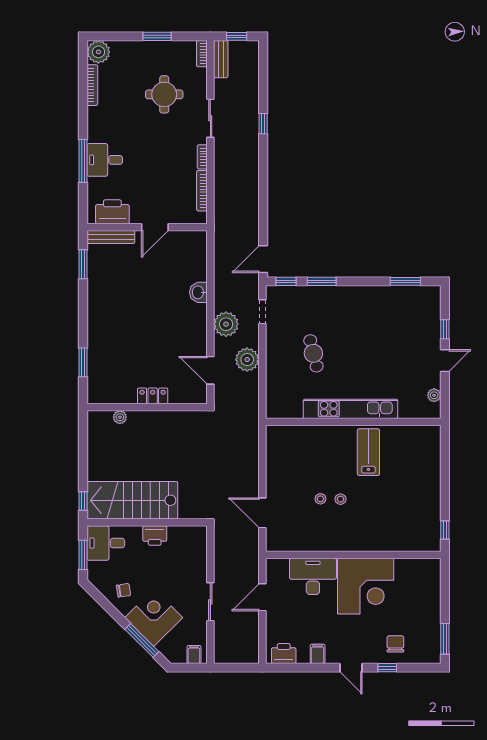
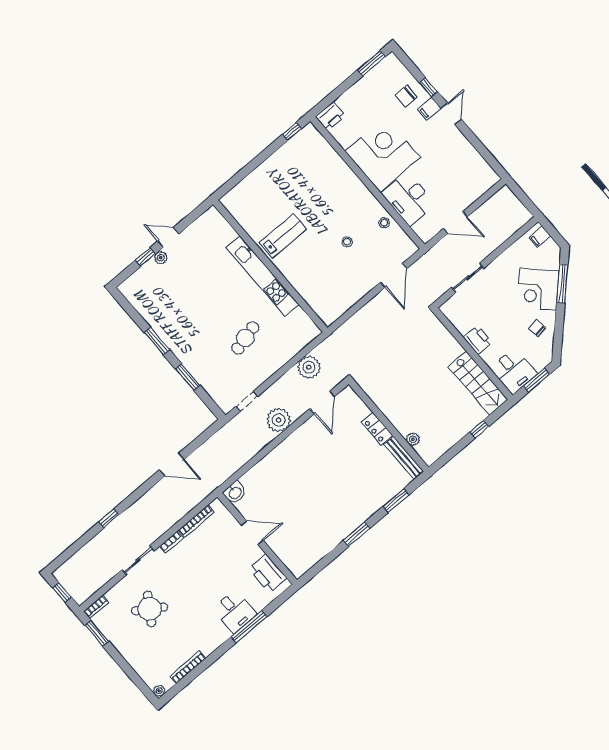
window: (157, 36) -> (97, 633), moved
plant: (98, 52) -> (159, 691), width x0.53, depth x0.53
bench: (221, 59) -> (88, 590), removed
round table: (164, 94) -> (150, 609), turned 33
bench: (111, 237) -> (404, 458), moved
door: (263, 259) -> (172, 465), moved
window: (83, 264) -> (357, 534), moved
window: (286, 281) -> (210, 403), removed
window: (405, 281) -> (157, 341), moved
washbasin: (198, 292) -> (235, 492), moved
plant: (247, 360) -> (309, 367), moved
plant: (434, 395) -> (161, 258), moved
lab bench: (368, 452) -> (283, 236), turned 180
stool: (340, 499) -> (384, 223), moved
stairs: (132, 500) -> (478, 383), width x0.73, depth x0.66
window: (83, 501) -> (479, 429), moved
sliding door: (210, 602) -> (468, 278), moved
printer: (284, 654) -> (331, 116), moved, turned -90
filing cabinet: (318, 654) -> (429, 109), moved

